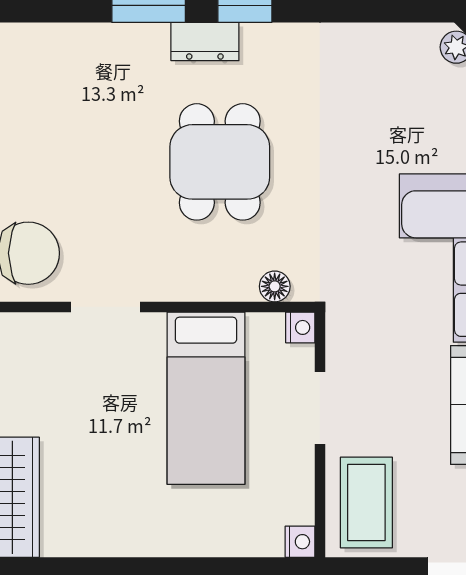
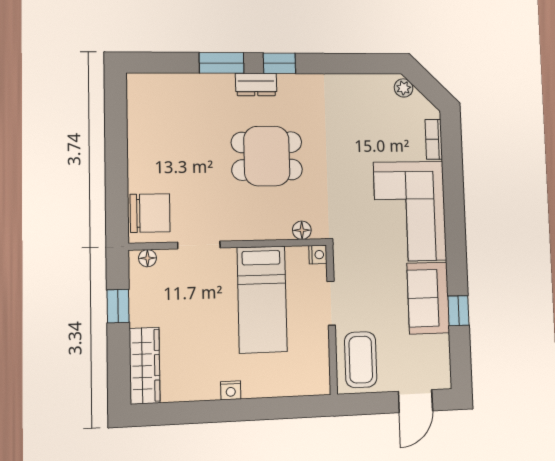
dining table: (220, 162) -> (267, 156), turned 90
floor lamp: (23, 326) -> (147, 258), added
nightstand: (300, 542) -> (231, 390), moved, turned 90

